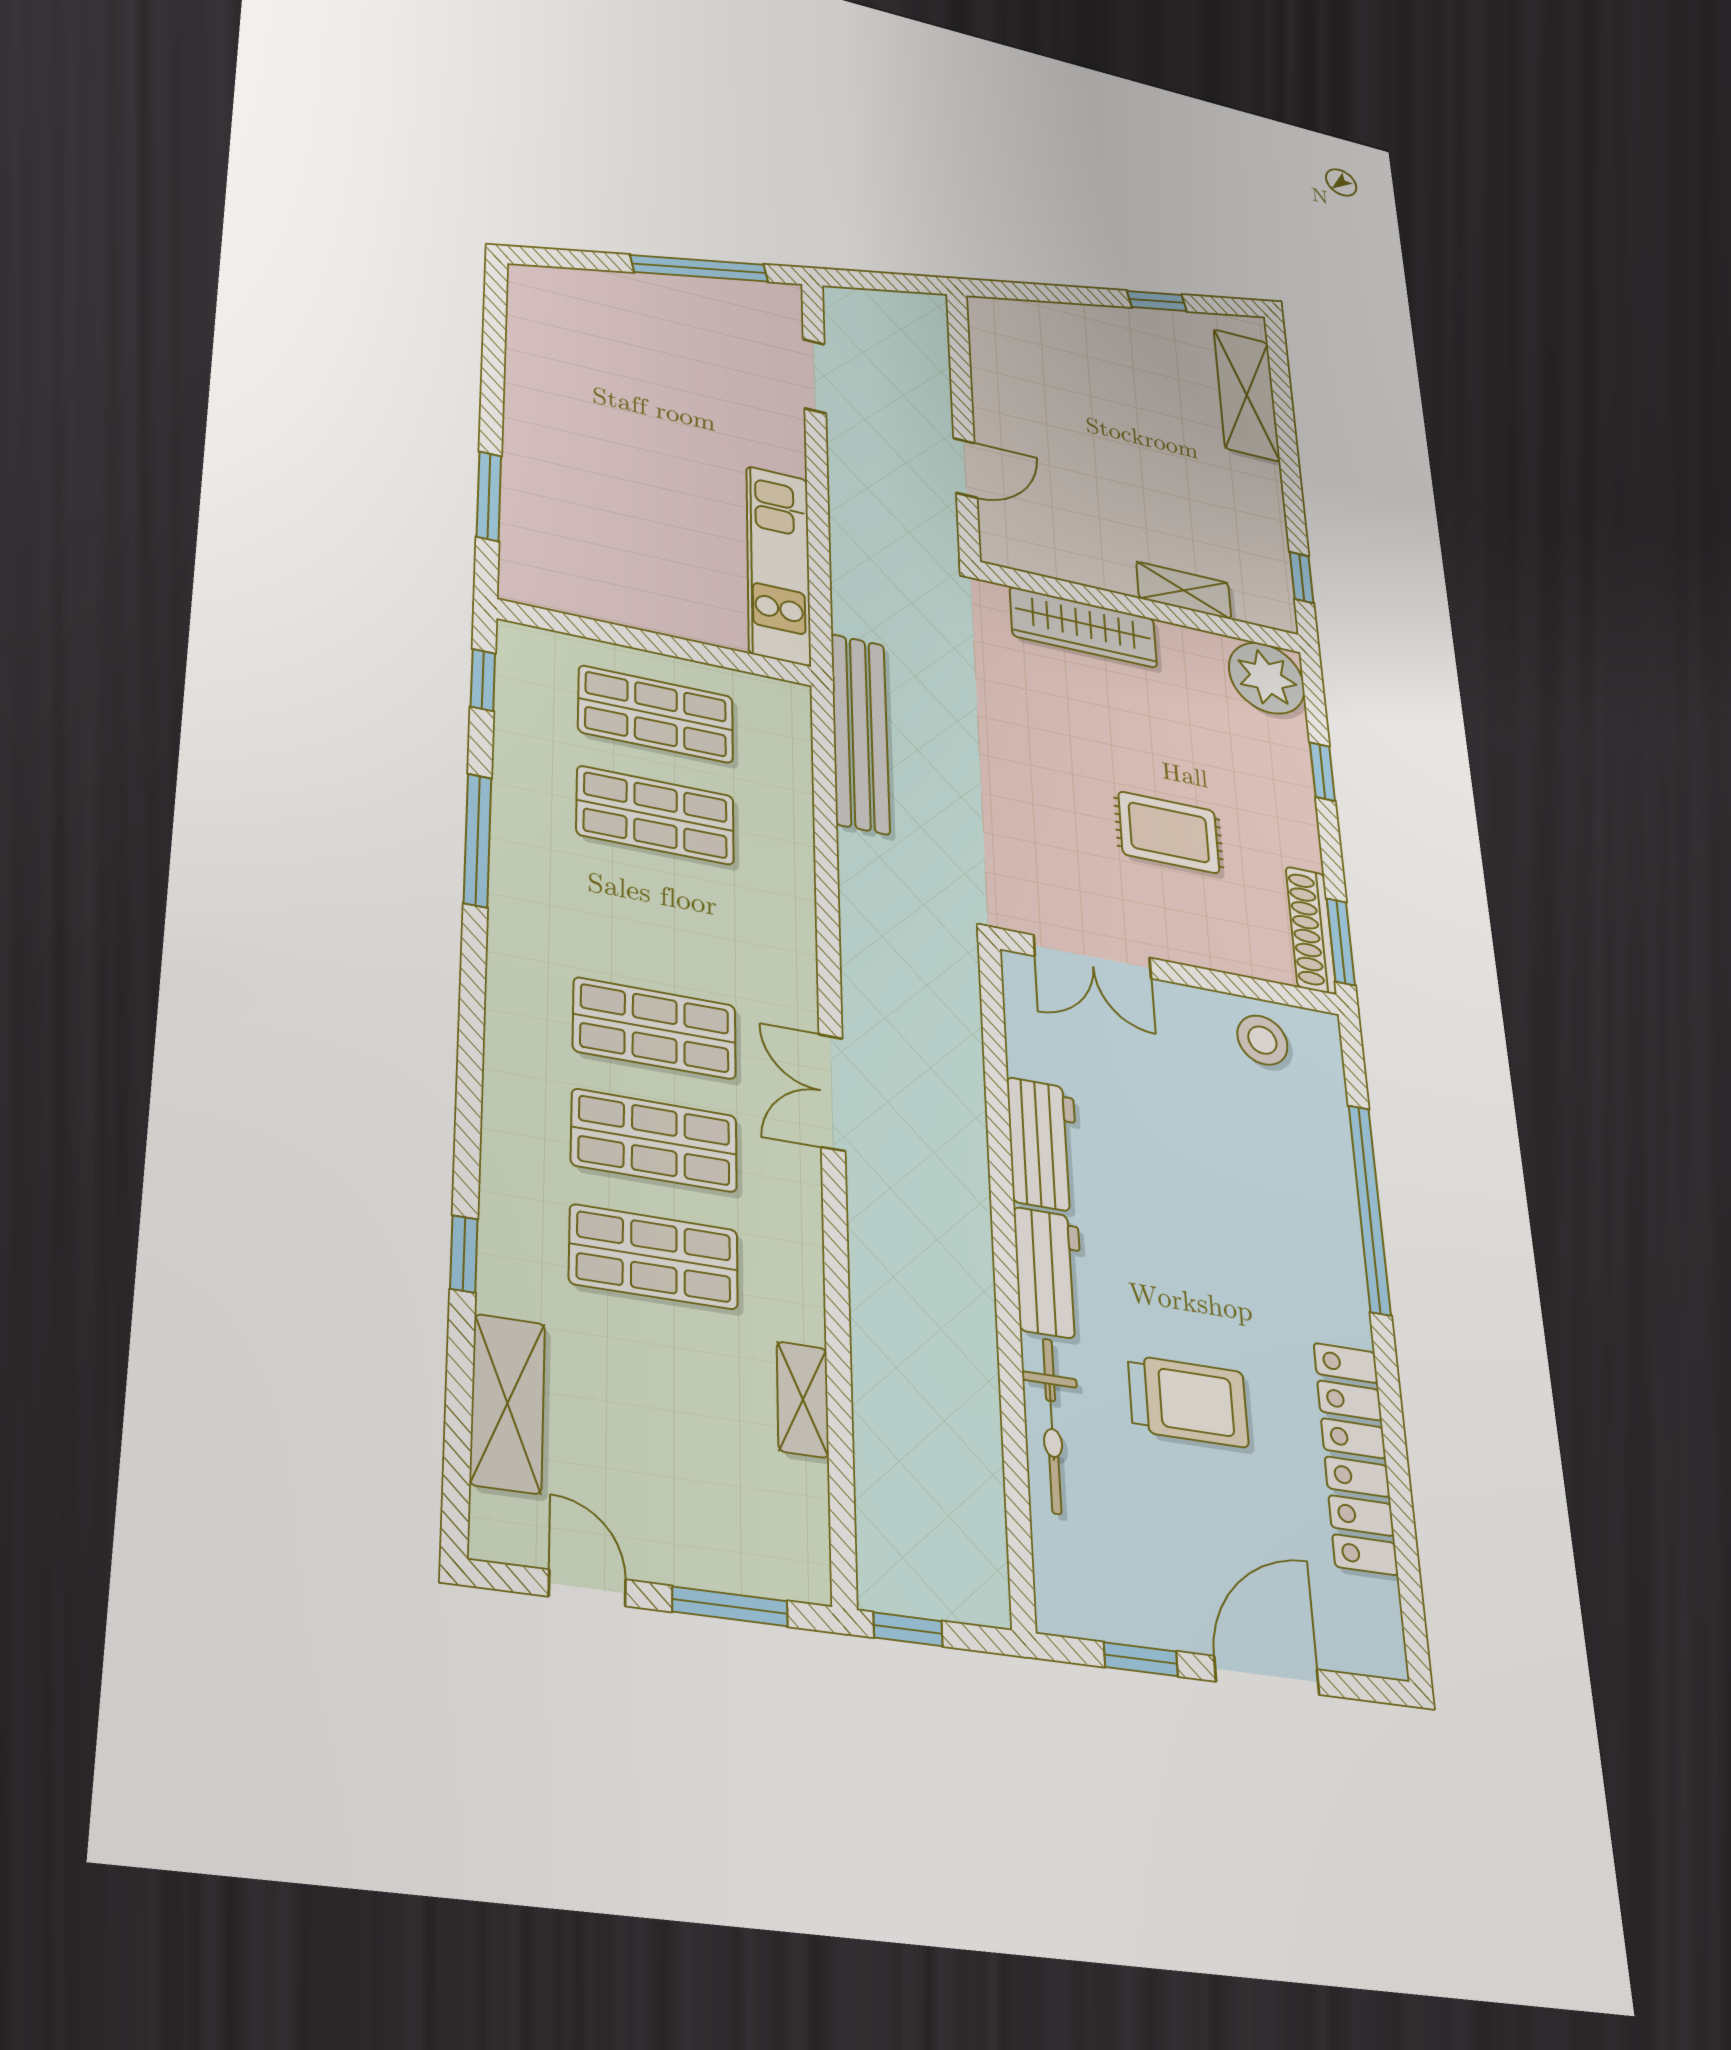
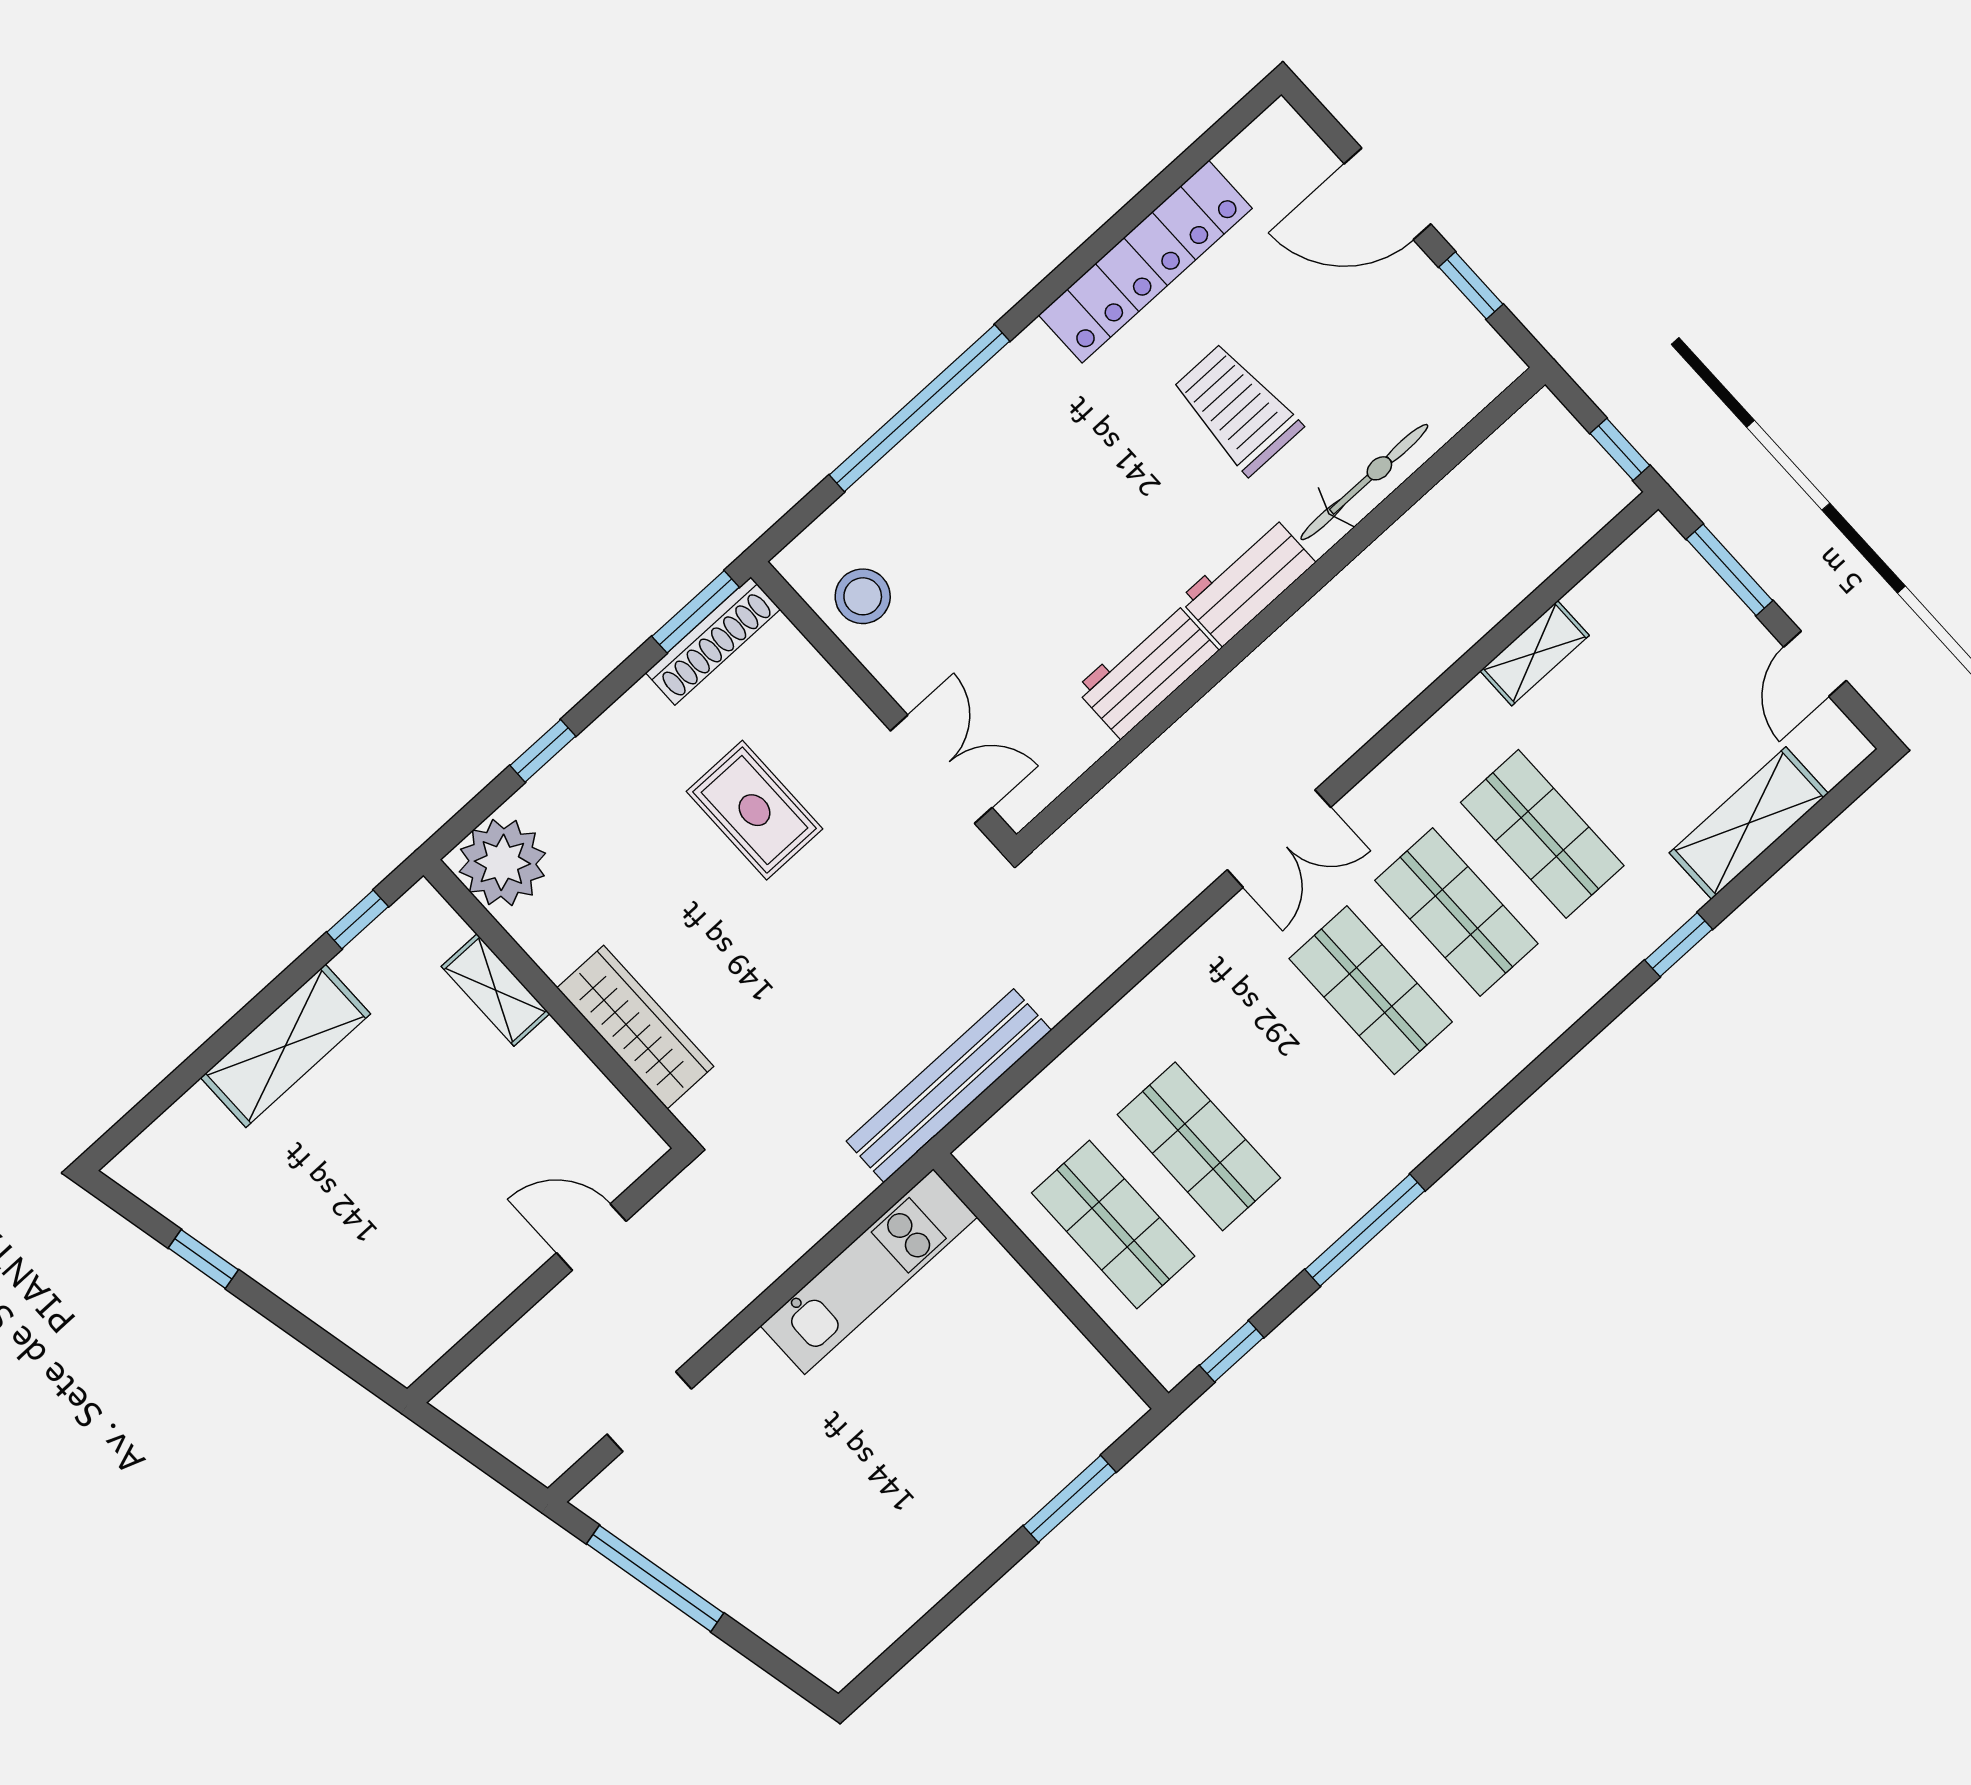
shelving: (1247, 395) -> (285, 1046), moved

